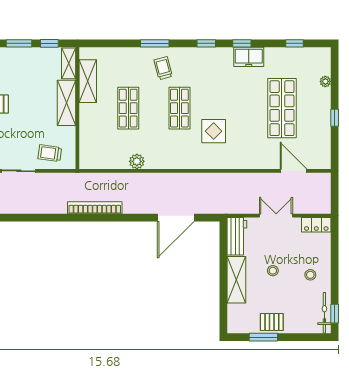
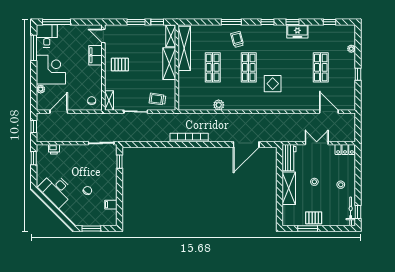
shelving: (88, 81) -> (184, 48), width x1.47
shop shelf: (282, 108) -> (321, 67), width x0.70, depth x0.74

